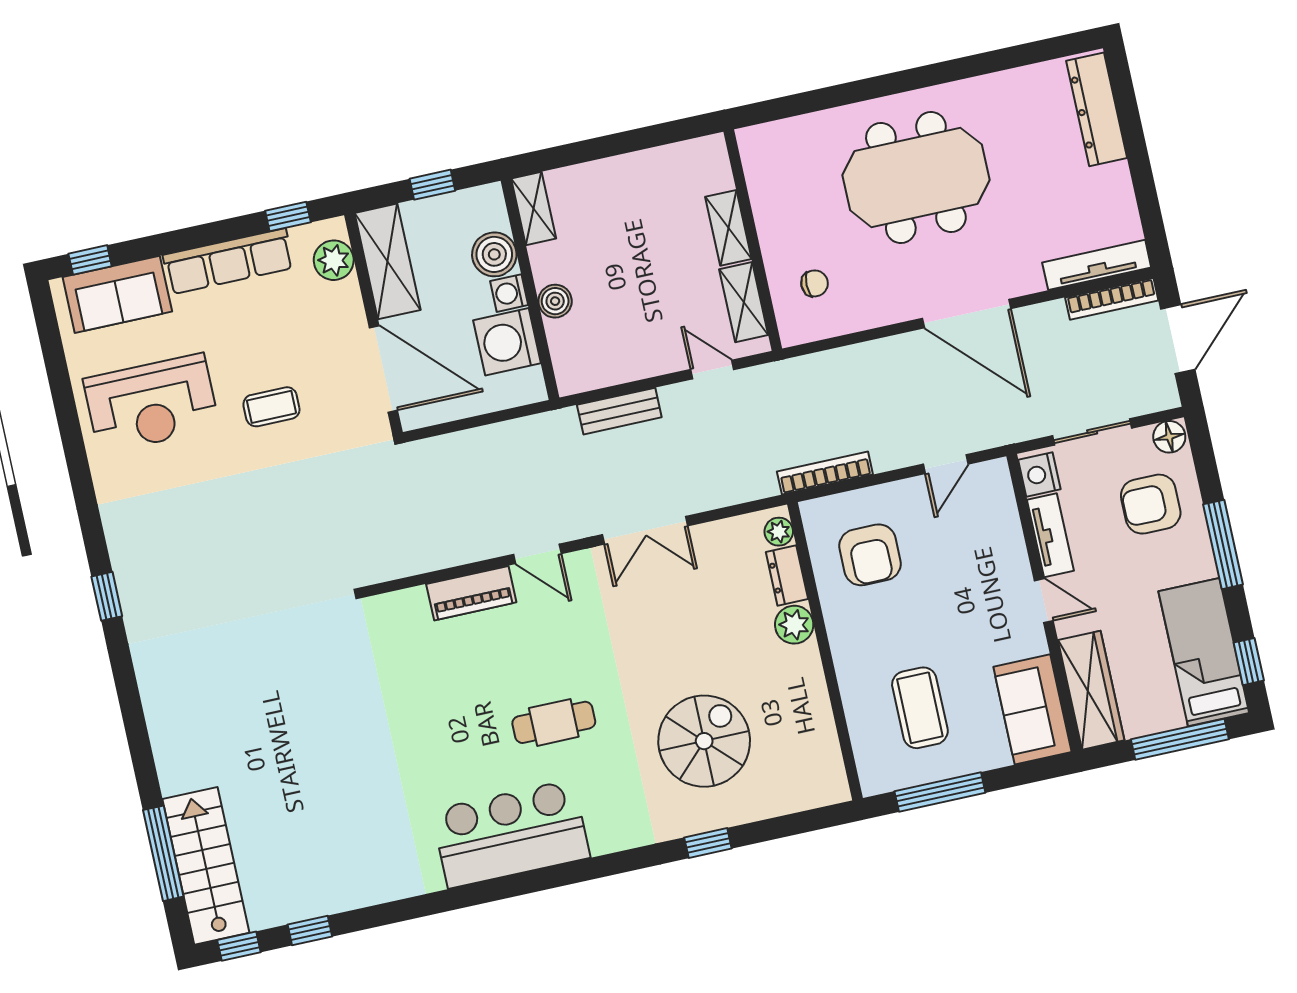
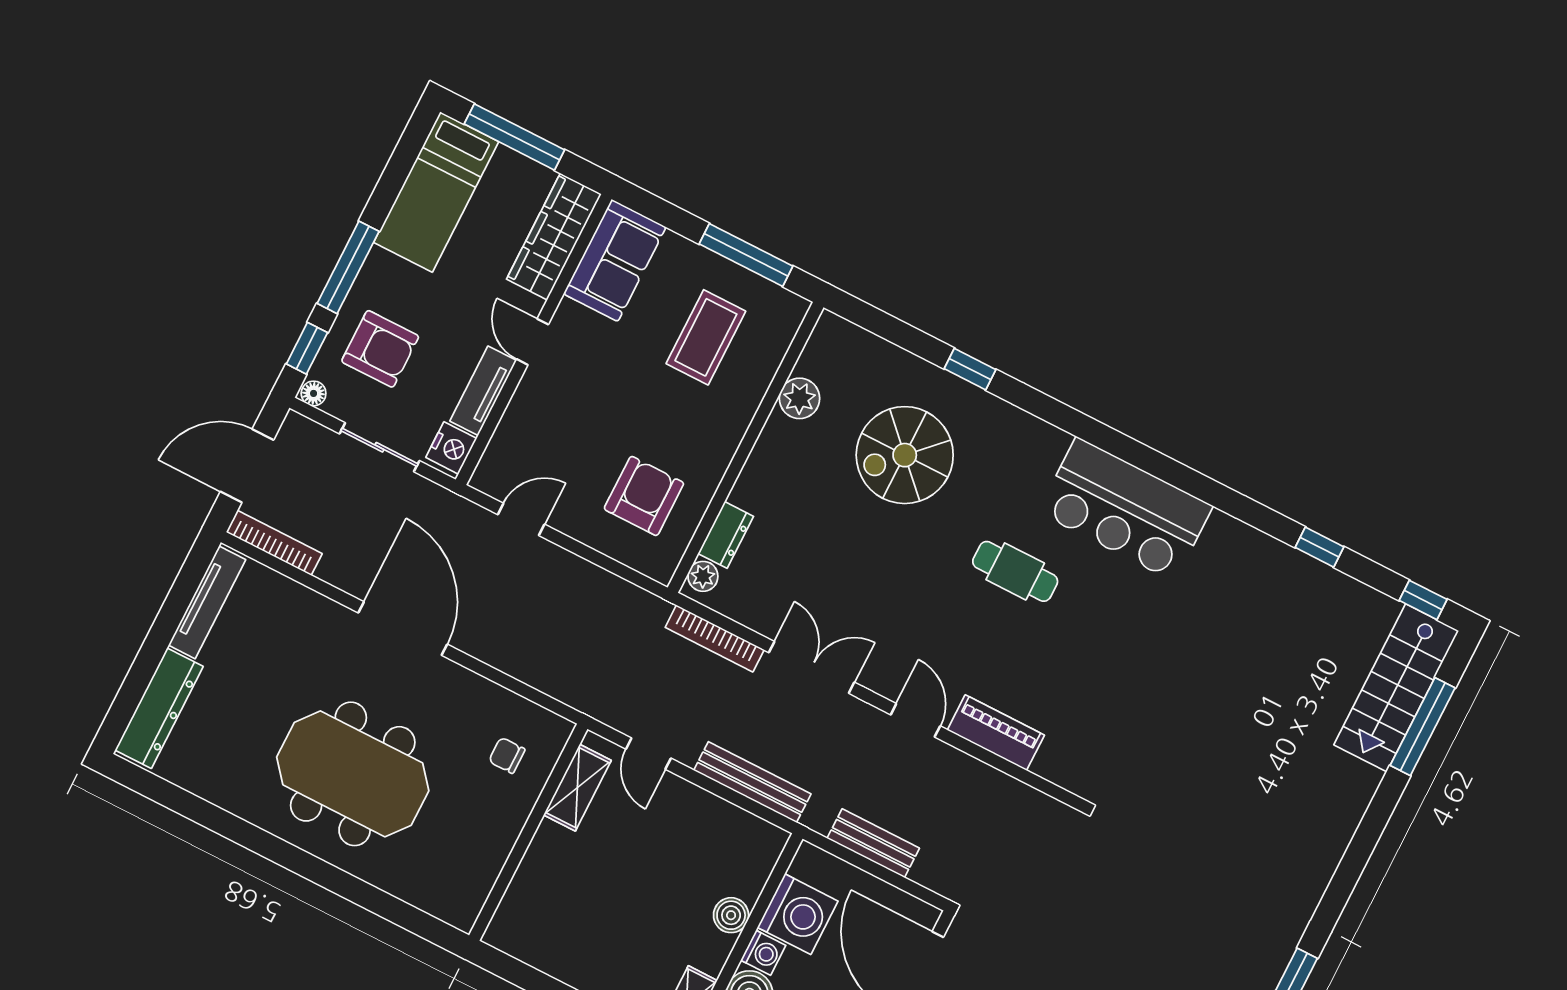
shelving: (728, 228) -> (540, 859), removed
tv unit: (1097, 265) -> (207, 602), moved, turned -90
bench: (619, 411) -> (752, 782), width x1.36
floor lamp: (1169, 437) -> (314, 393), width x0.73, depth x0.73
bench: (494, 439) -> (873, 843), added
bookcase: (825, 473) -> (715, 639), moved
plant: (794, 625) -> (799, 398), moved
window: (1249, 662) -> (307, 348), moved
window: (310, 931) -> (1319, 547), moved

